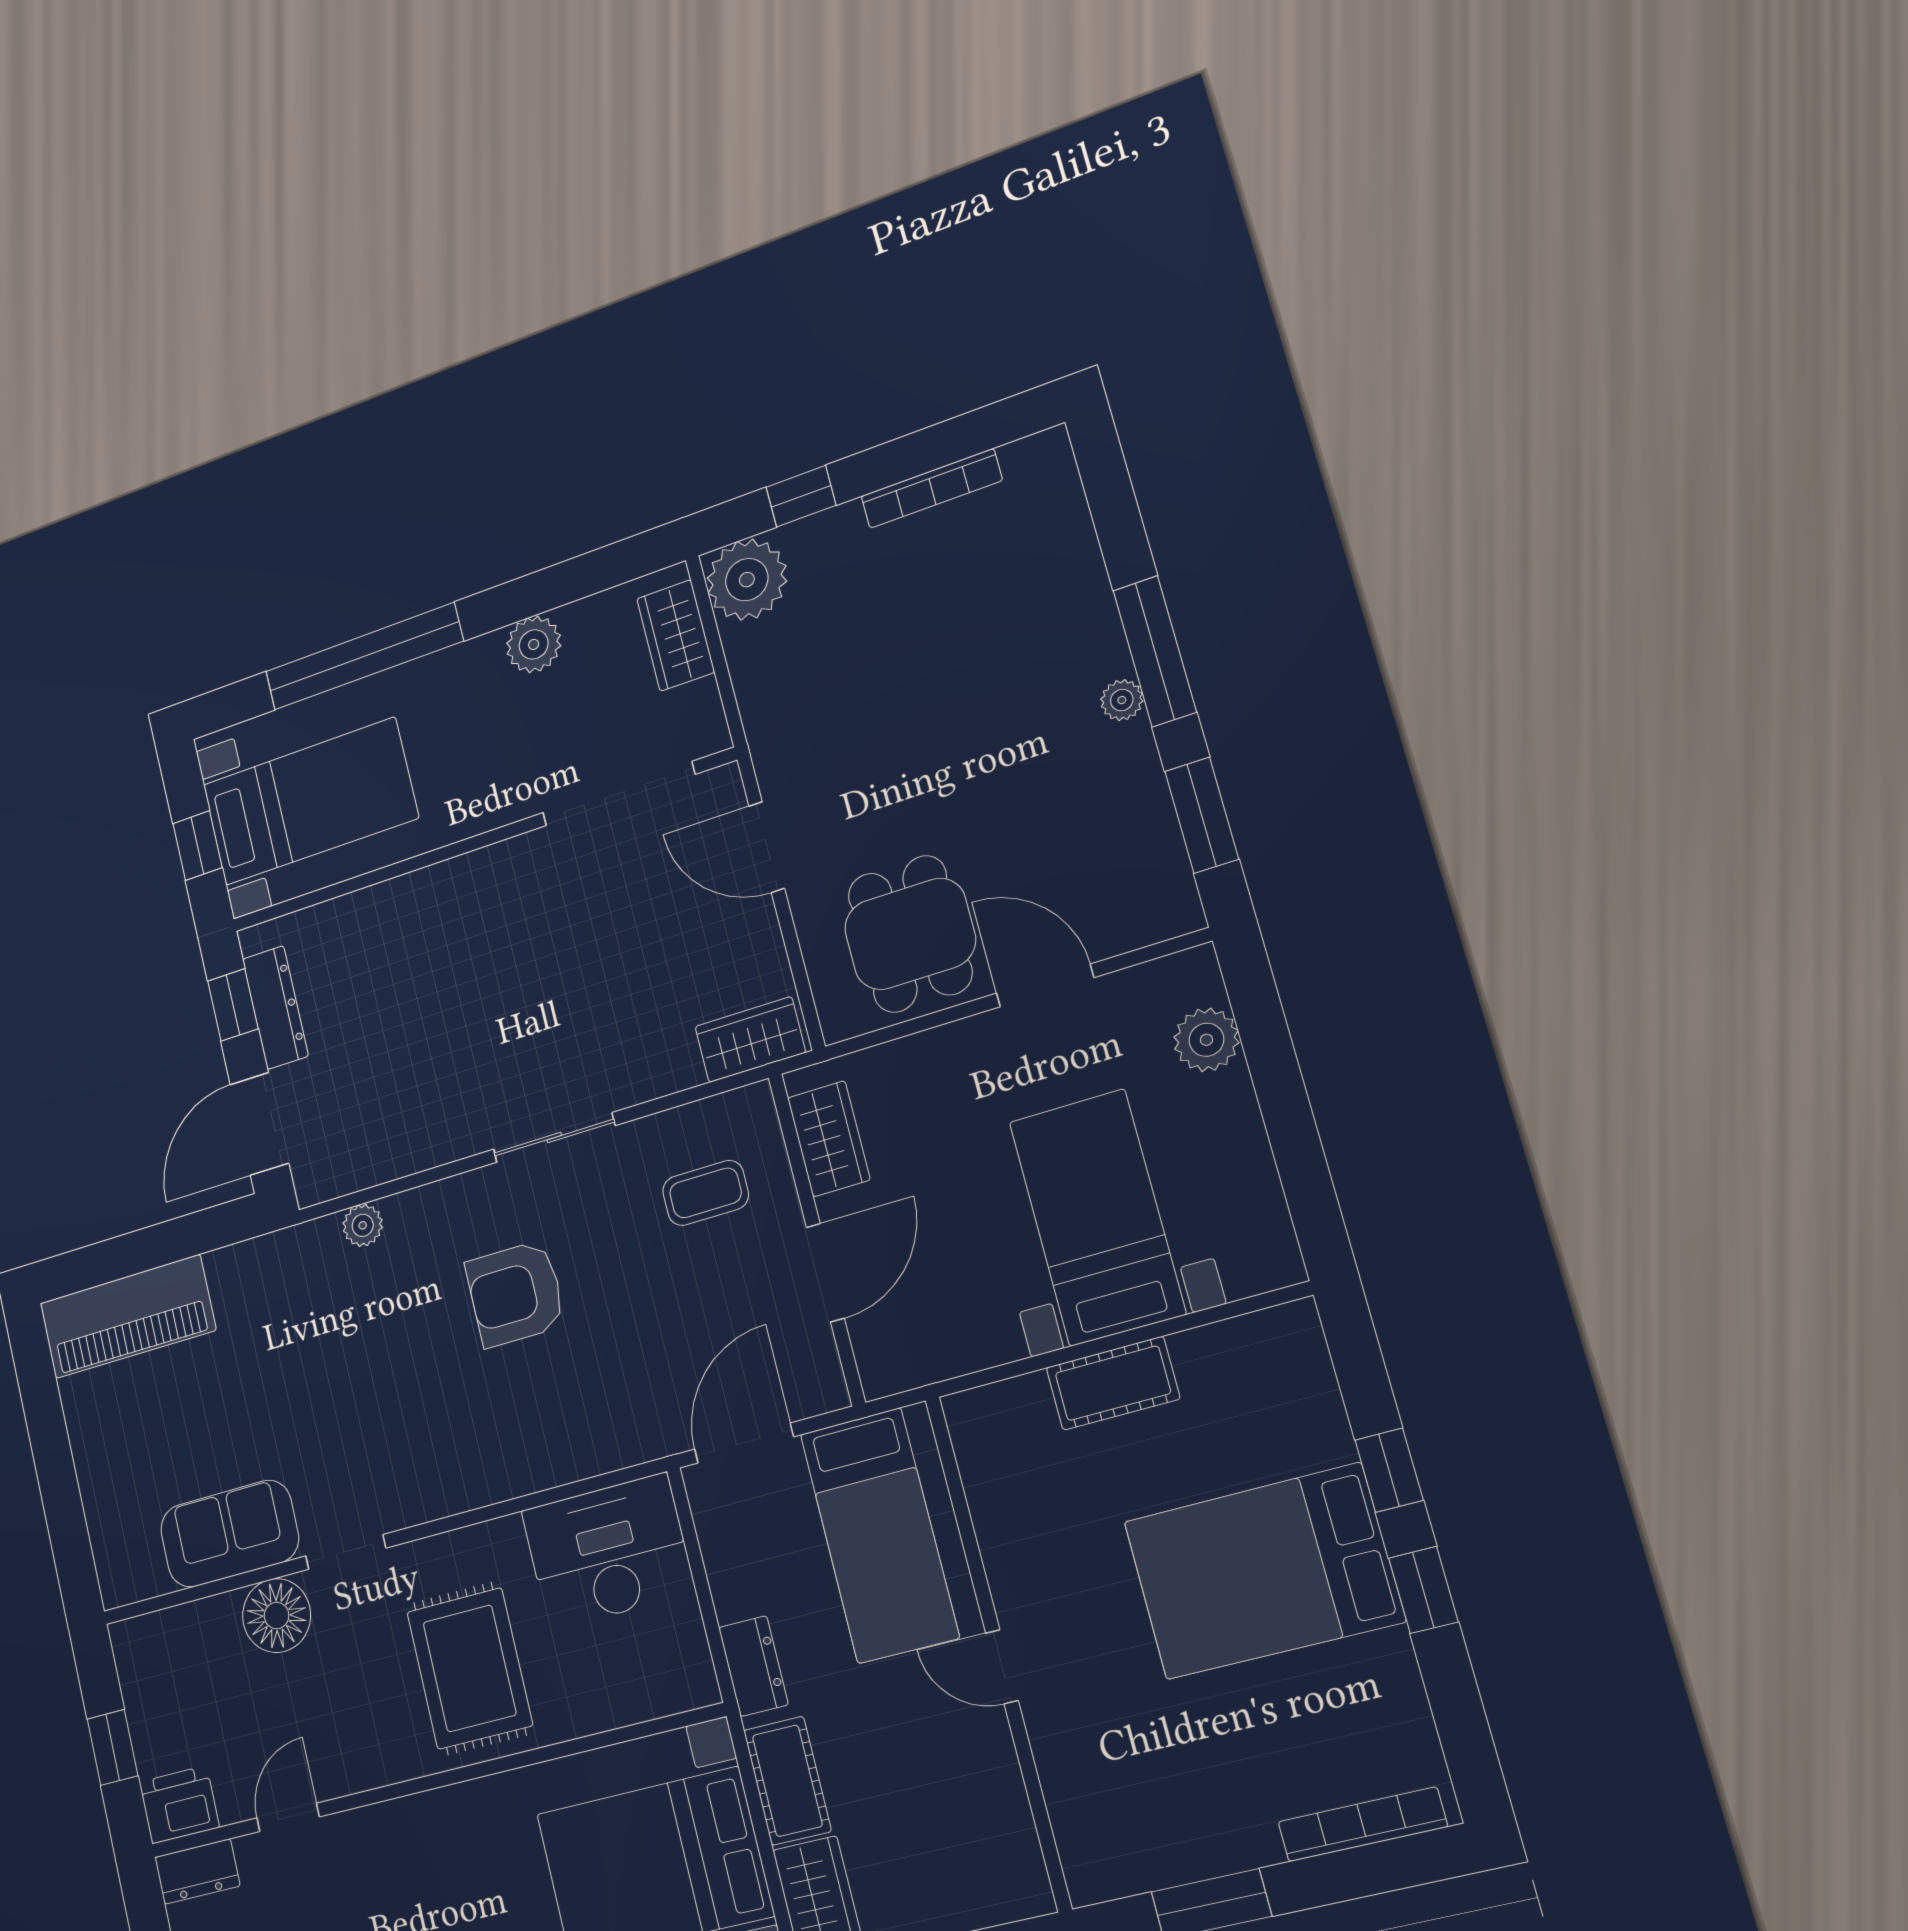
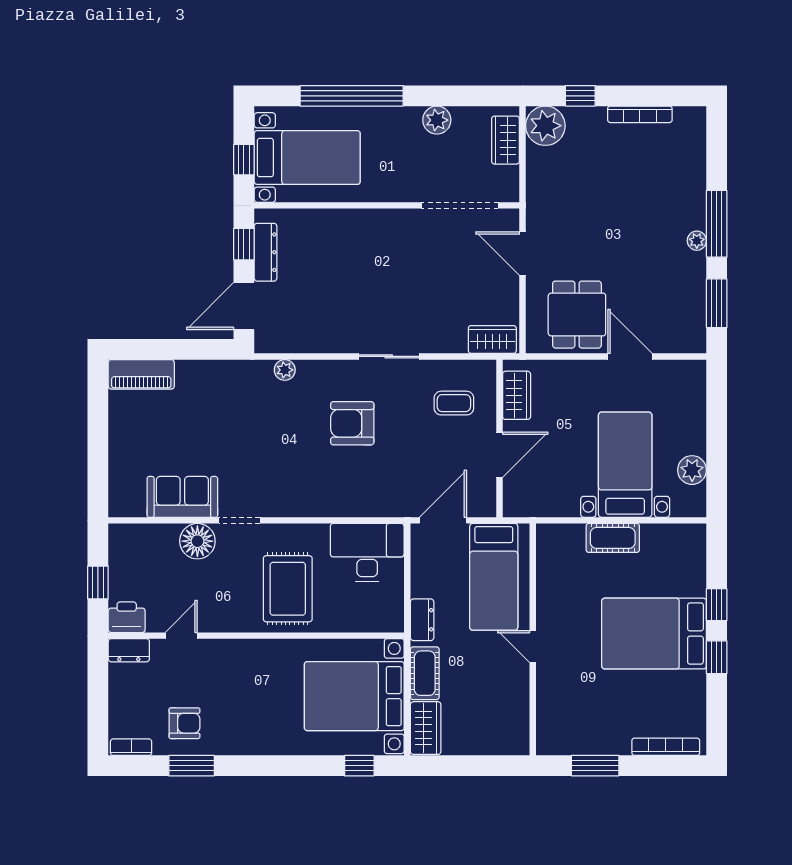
plant: (1206, 1040) -> (692, 470), moved
piano: (127, 1317) -> (141, 374), width x0.73, depth x0.75

